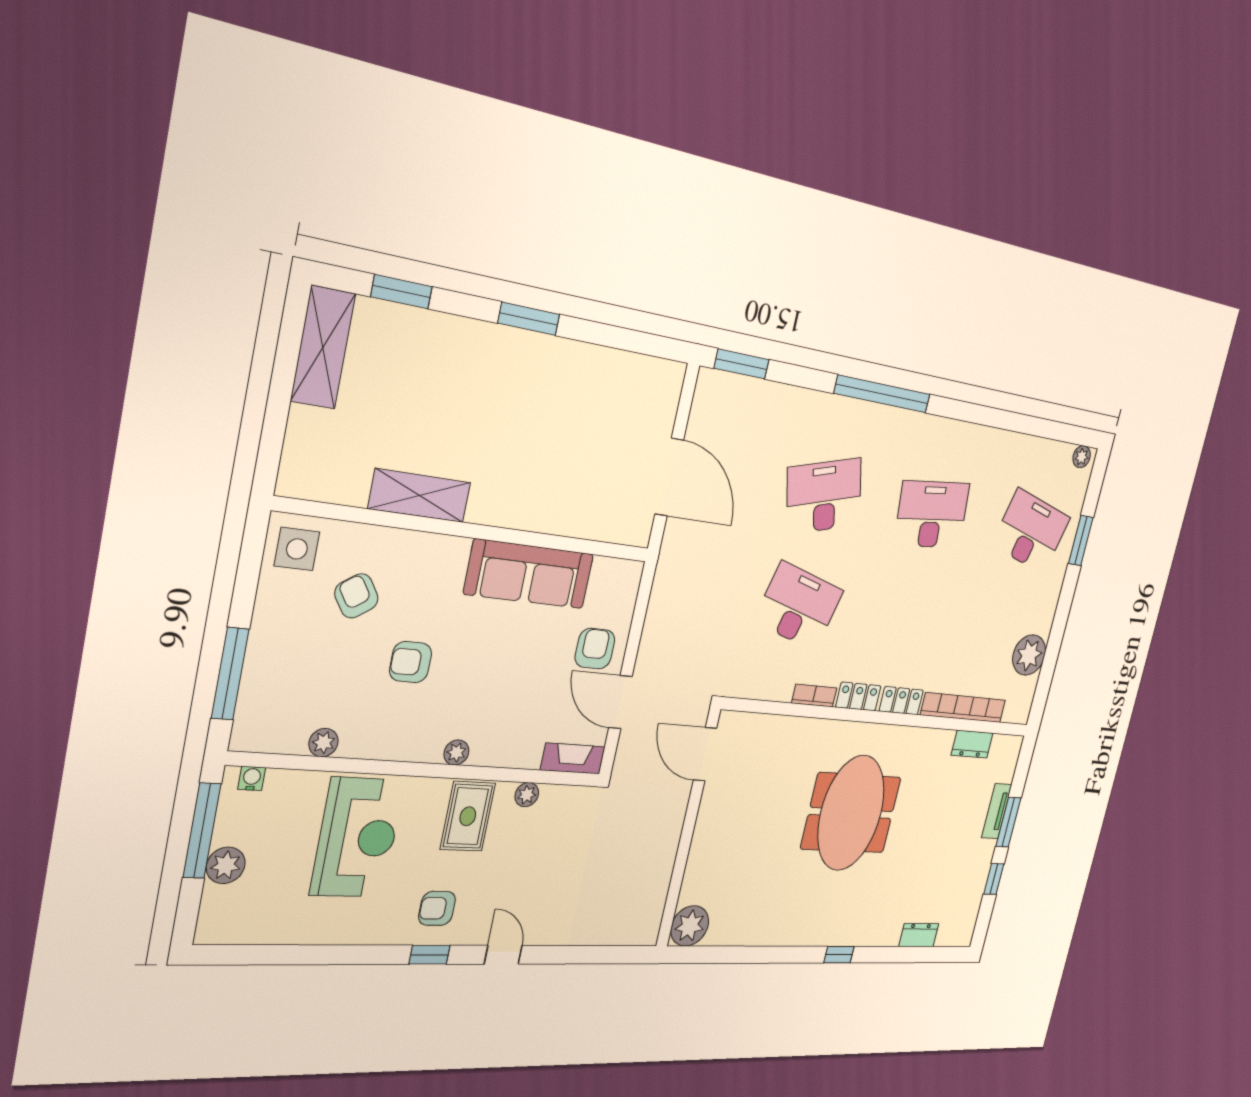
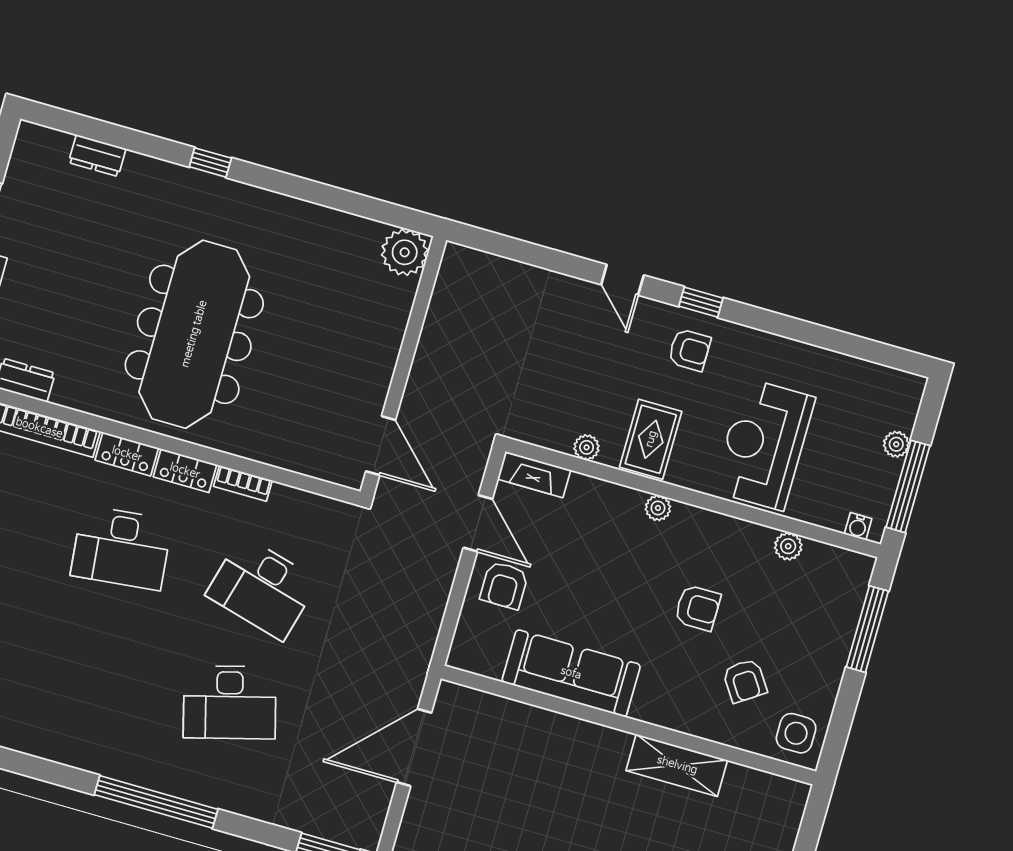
door: (669, 477) -> (414, 747), hinge flipped
desk: (932, 514) -> (121, 548), moved
meeting table: (851, 813) -> (194, 334), width x1.36
plant: (226, 865) -> (896, 444), width x0.73, depth x0.73

